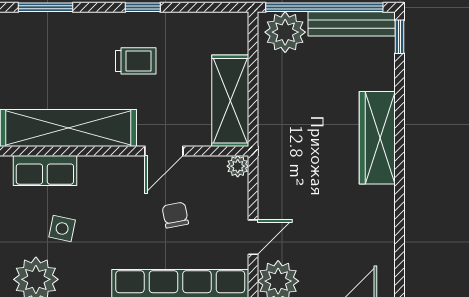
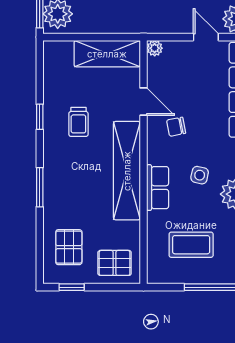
trolley: (136, 61) -> (78, 122), turned 180
chair: (175, 215) -> (176, 127), moved

